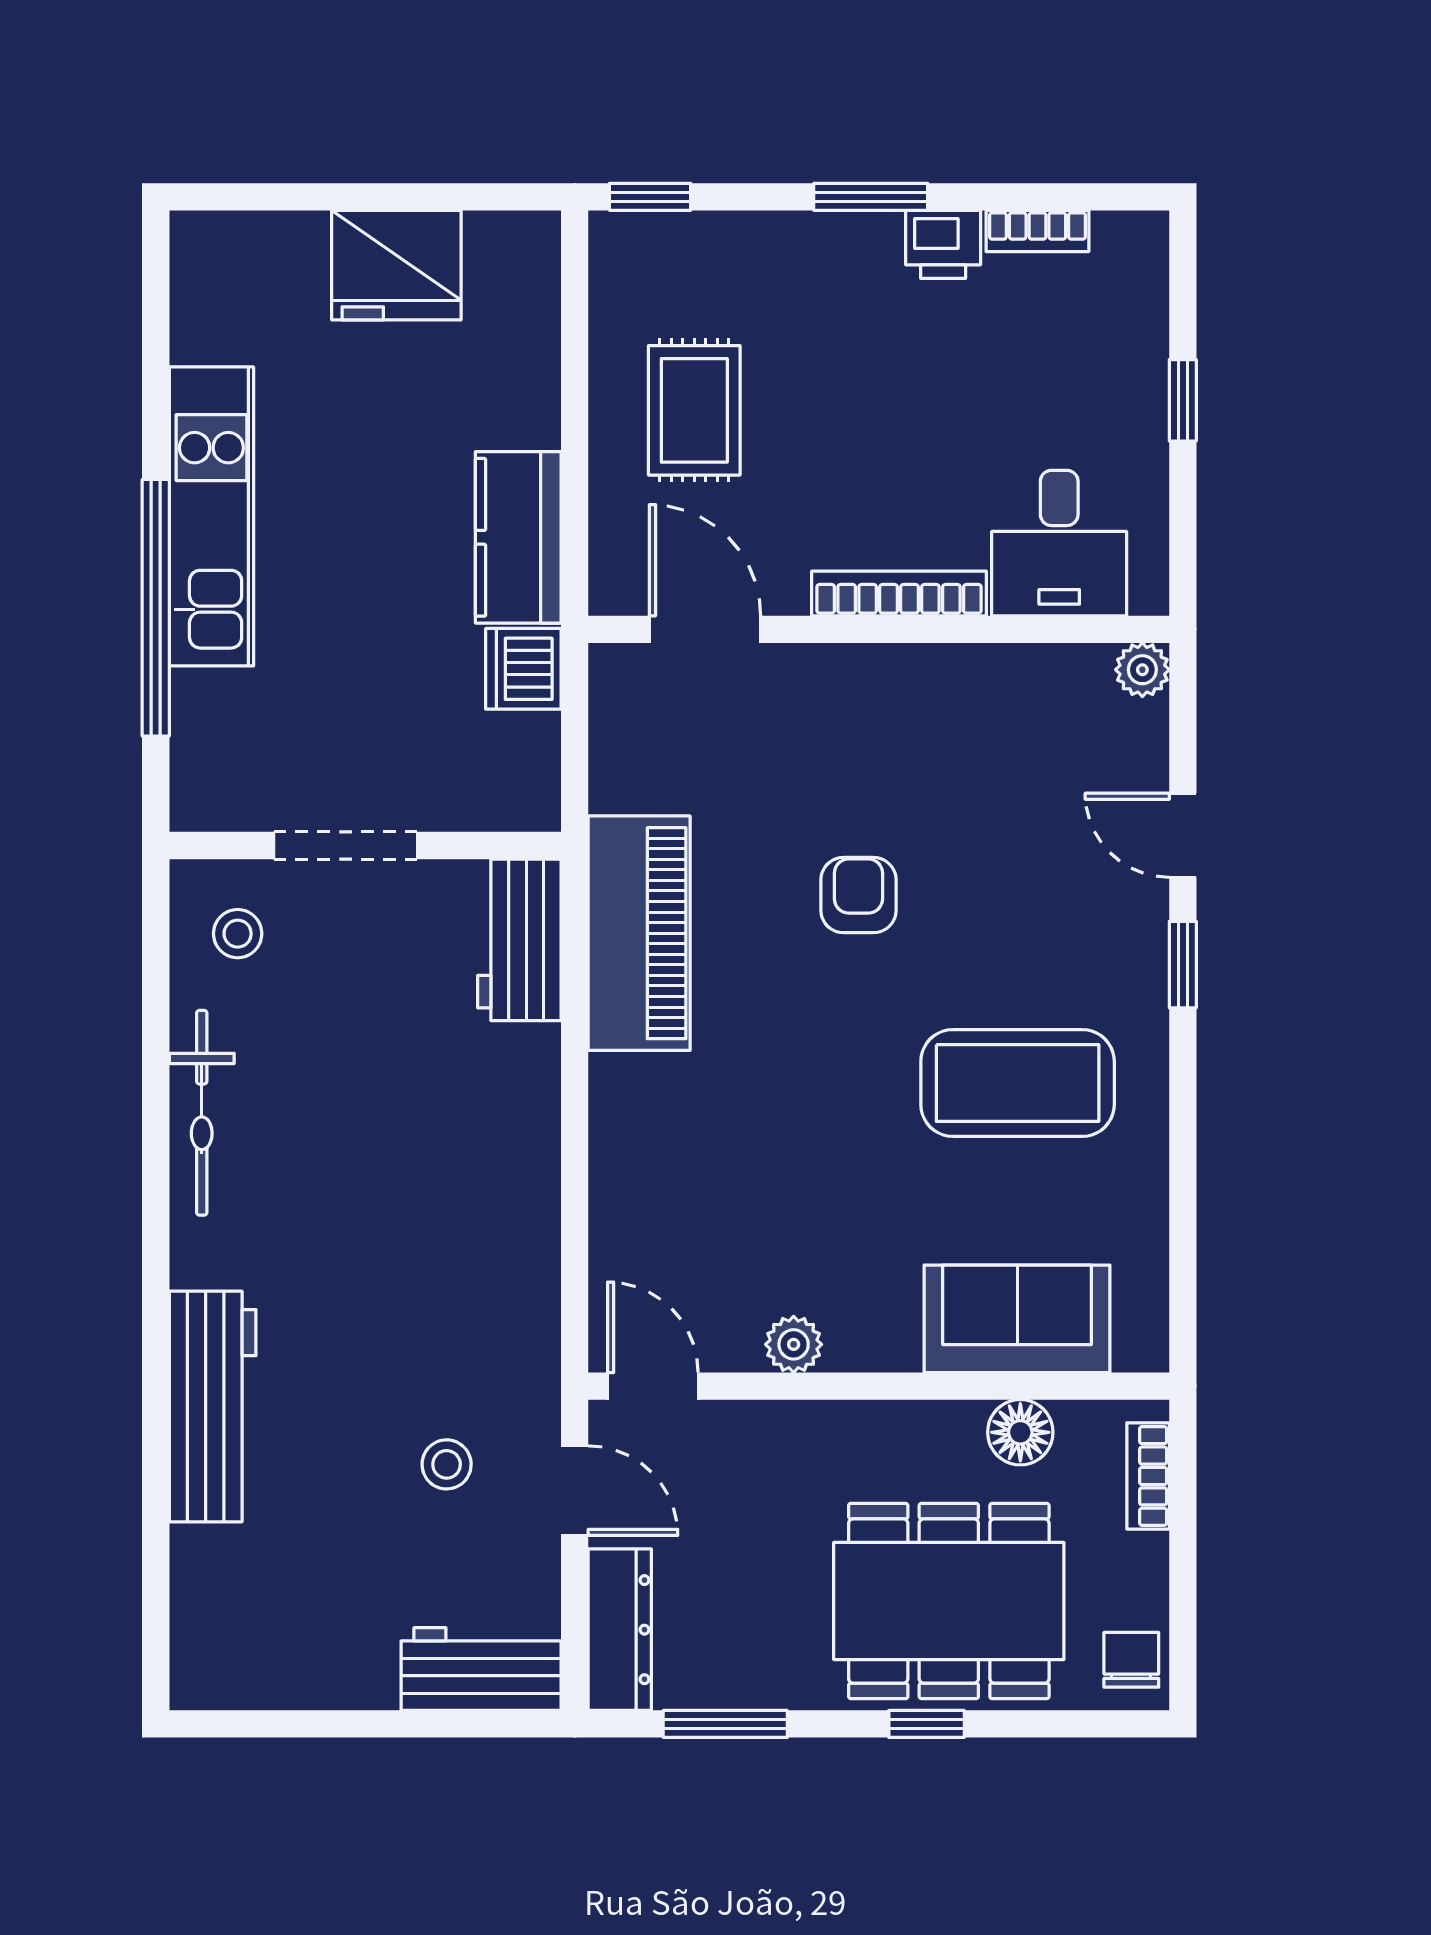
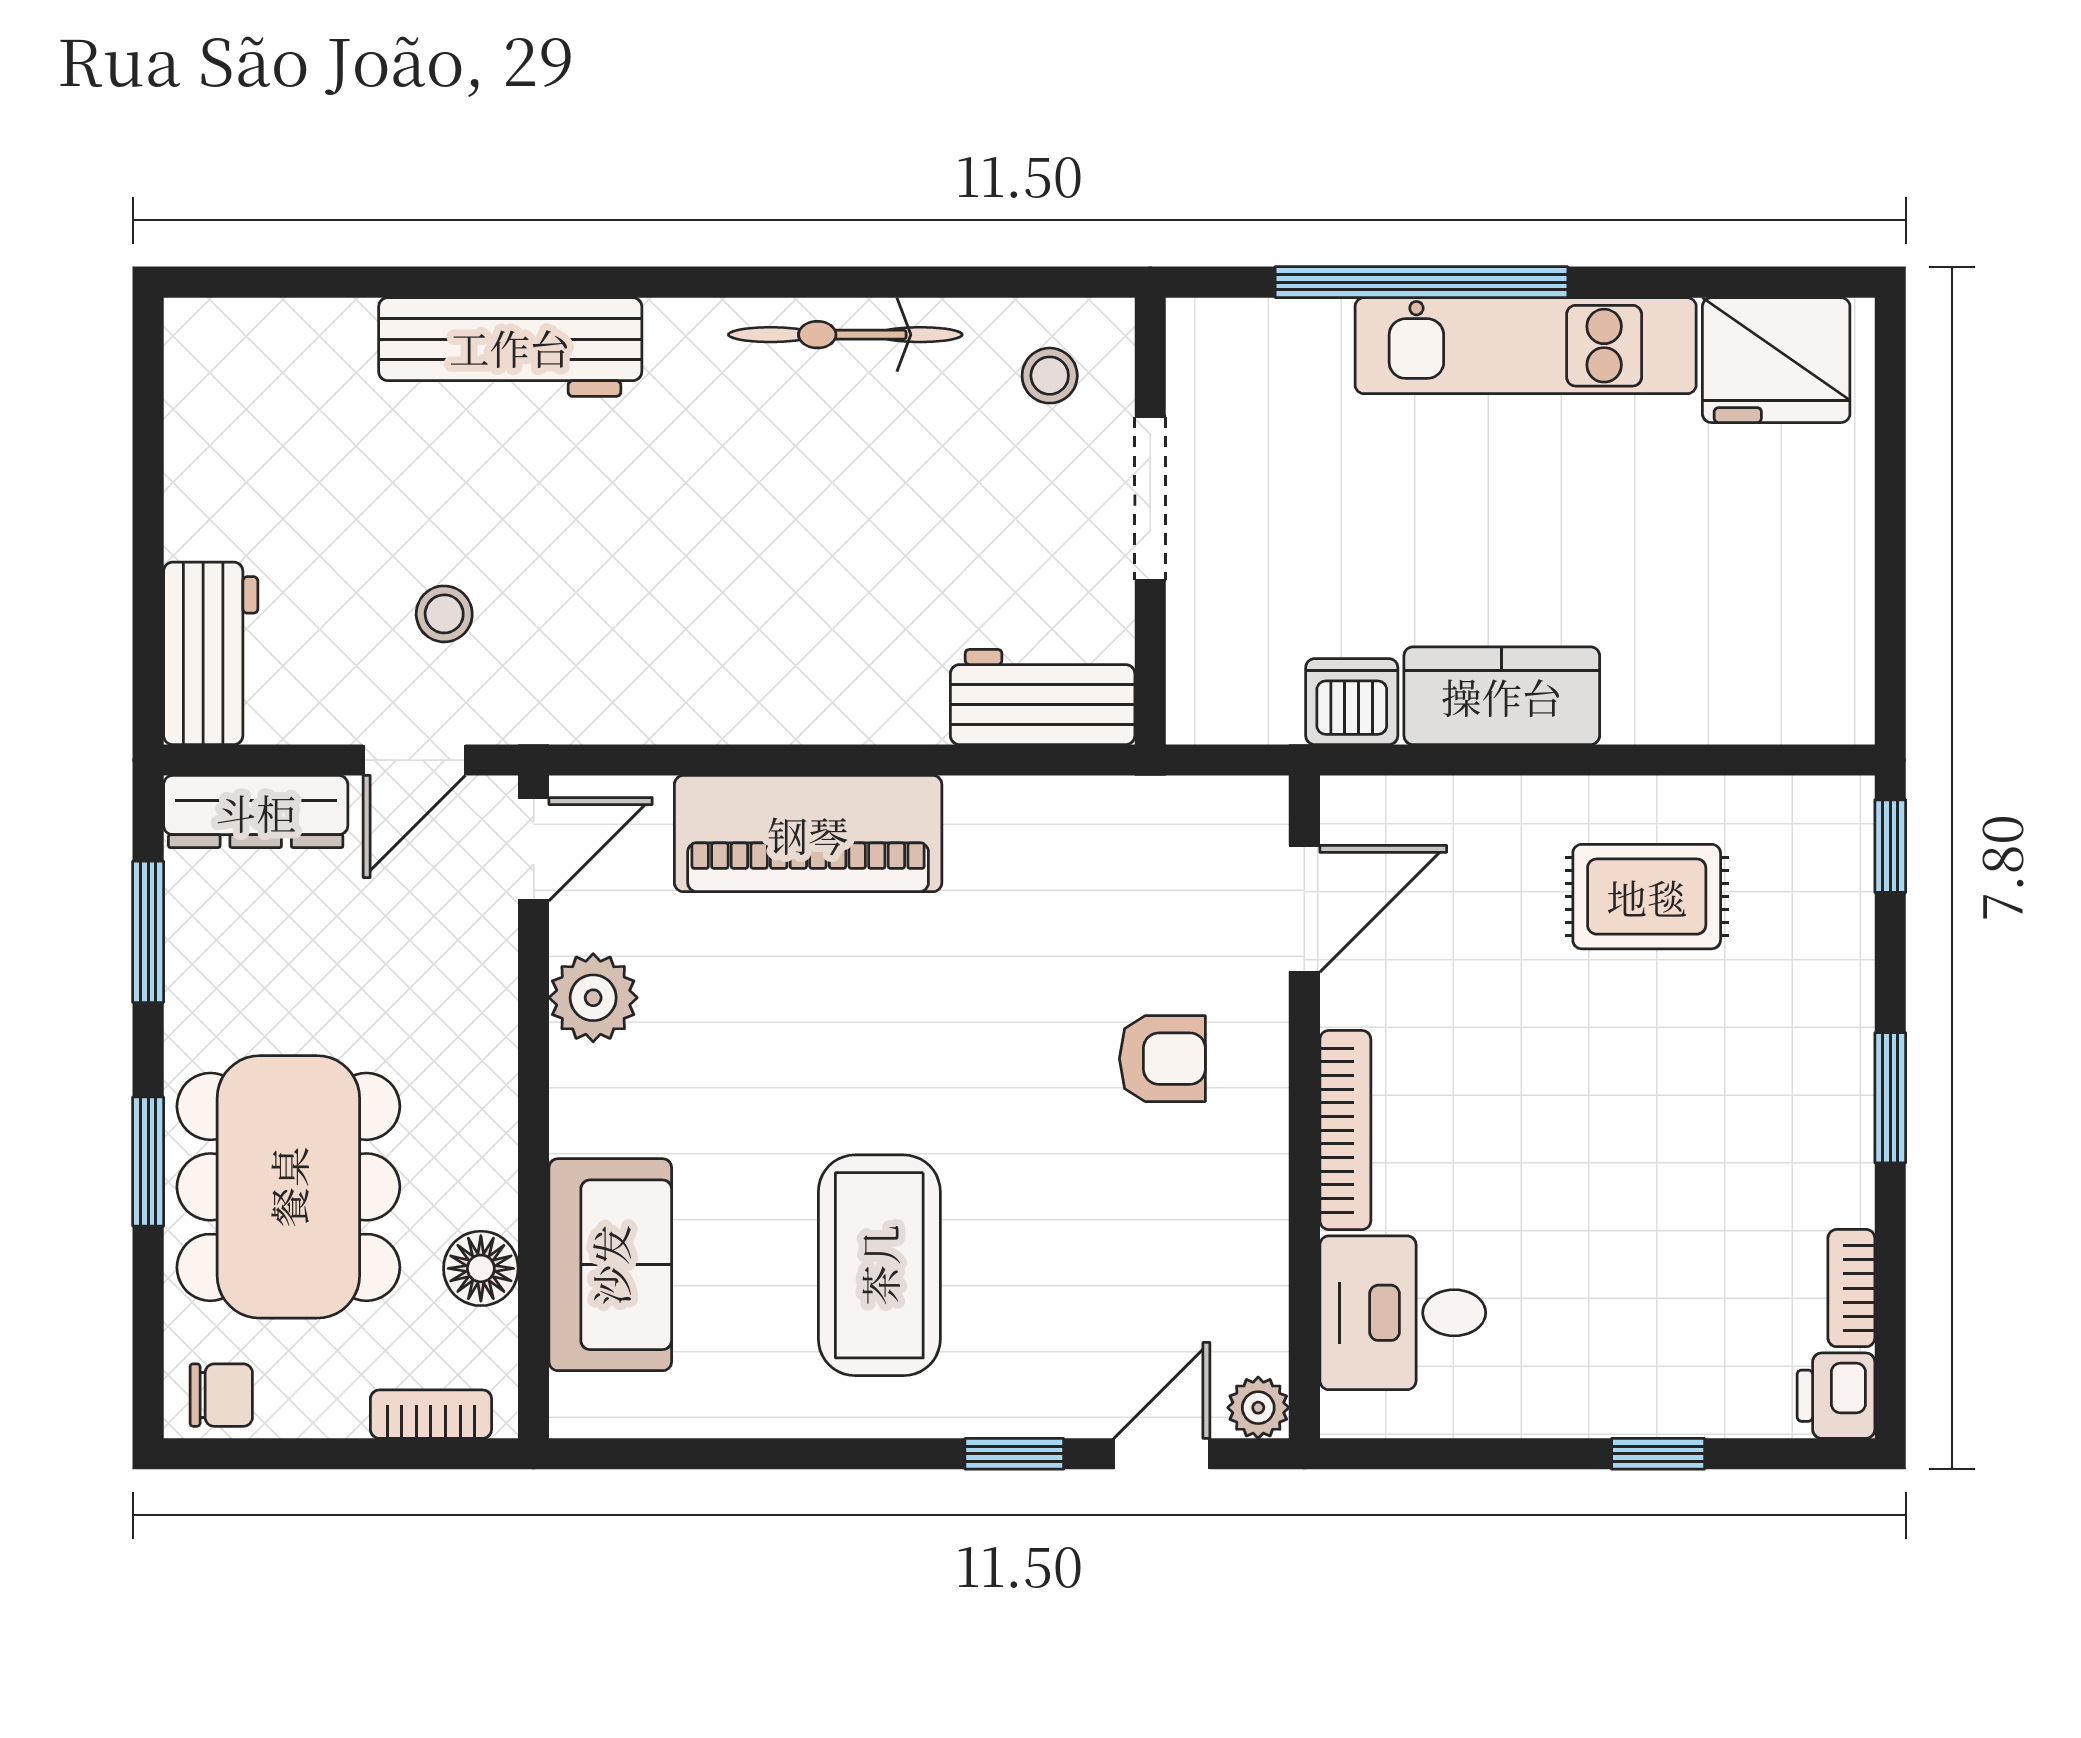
printer: (943, 244) -> (1836, 1396), moved
fridge: (396, 265) -> (1776, 360), moved, turned -90
desk: (1059, 543) -> (1403, 1313), moved
bookcase: (899, 593) -> (1345, 1130), moved
door: (705, 629) -> (1304, 909), moved
wall: (879, 629) -> (1304, 1107), moved
plant: (1142, 670) -> (1258, 1408), moved
armchair: (858, 895) -> (1162, 1059), moved
piano: (639, 933) -> (808, 834), moved
plant: (794, 1344) -> (593, 998), width x1.38, depth x1.38
window: (927, 1724) -> (148, 1162), width x1.50

